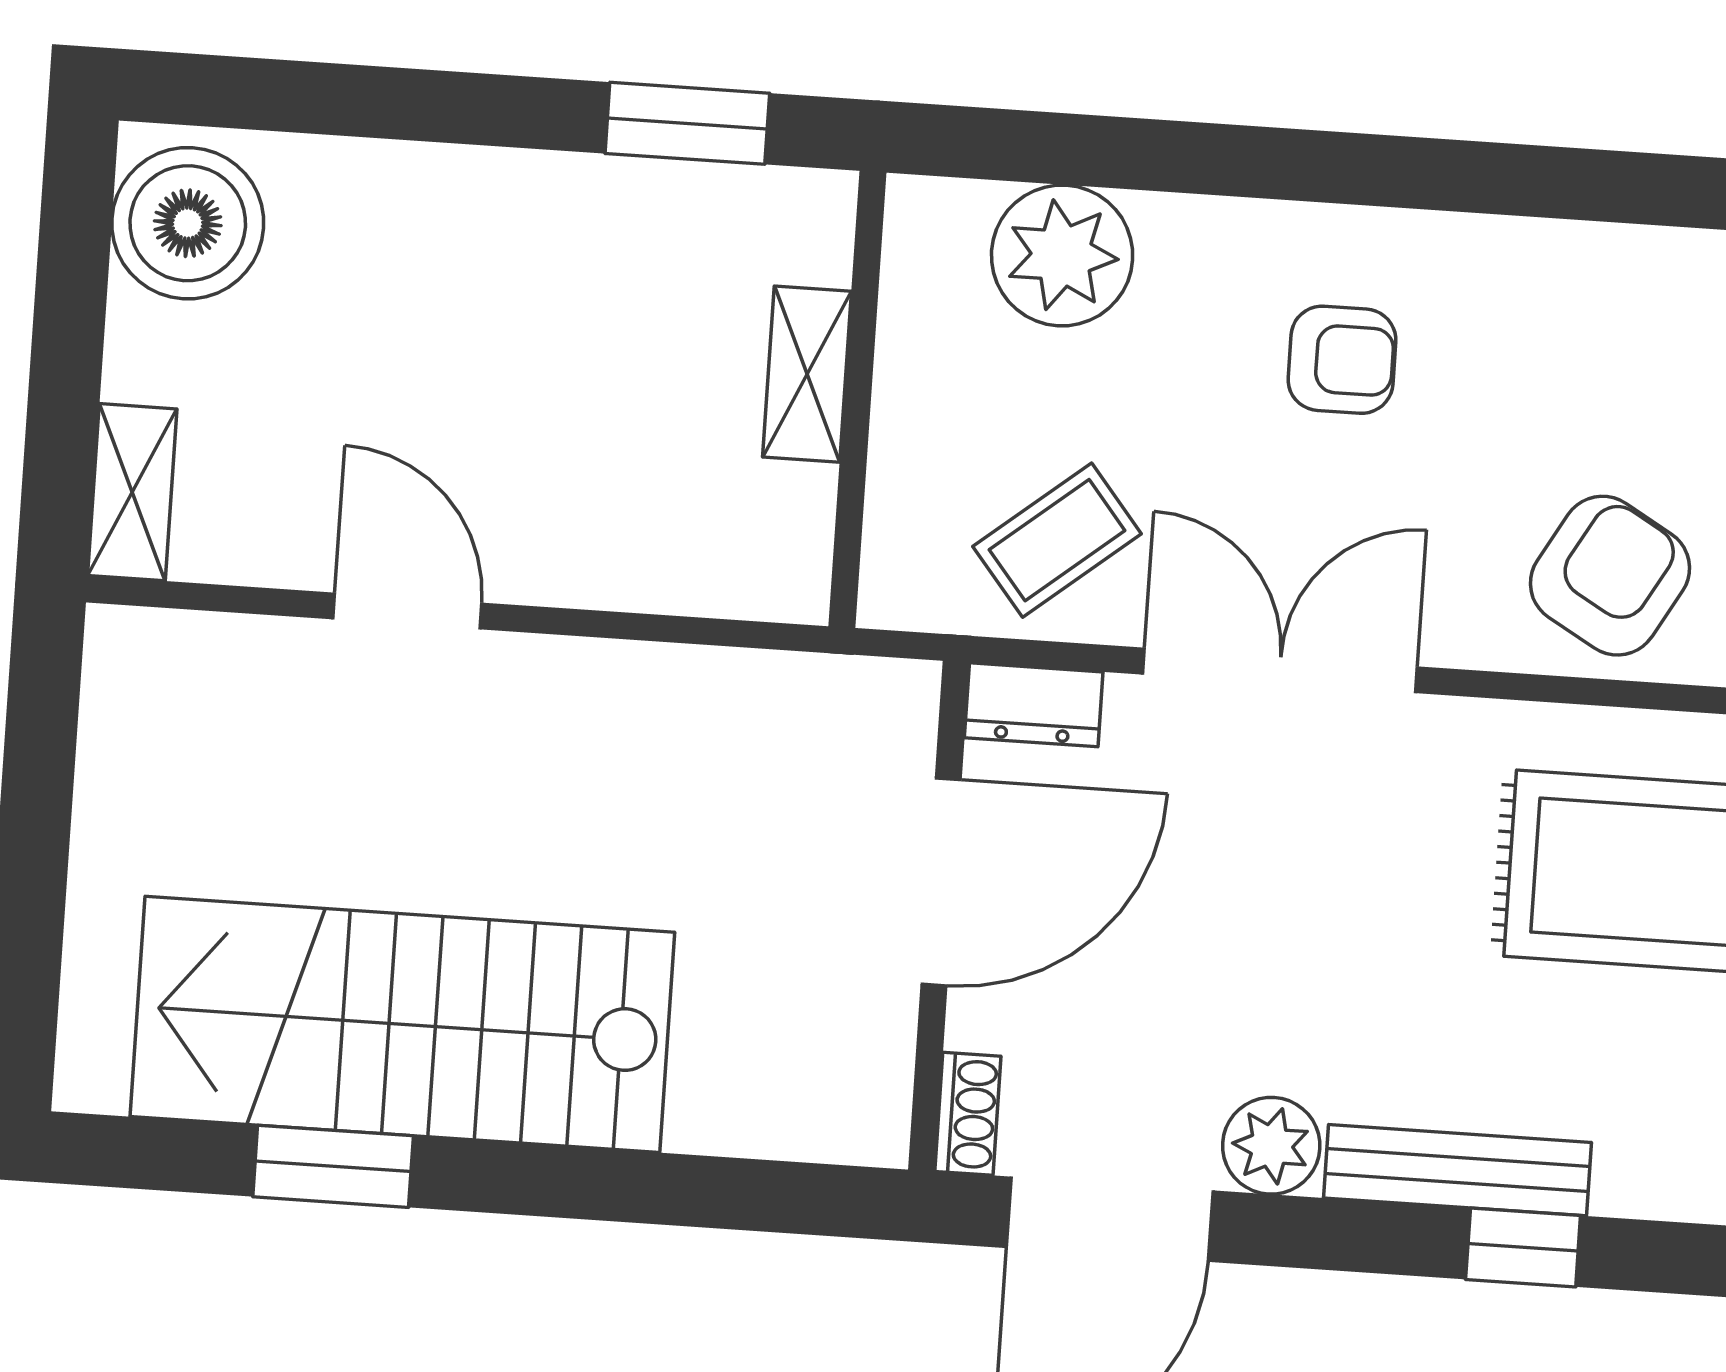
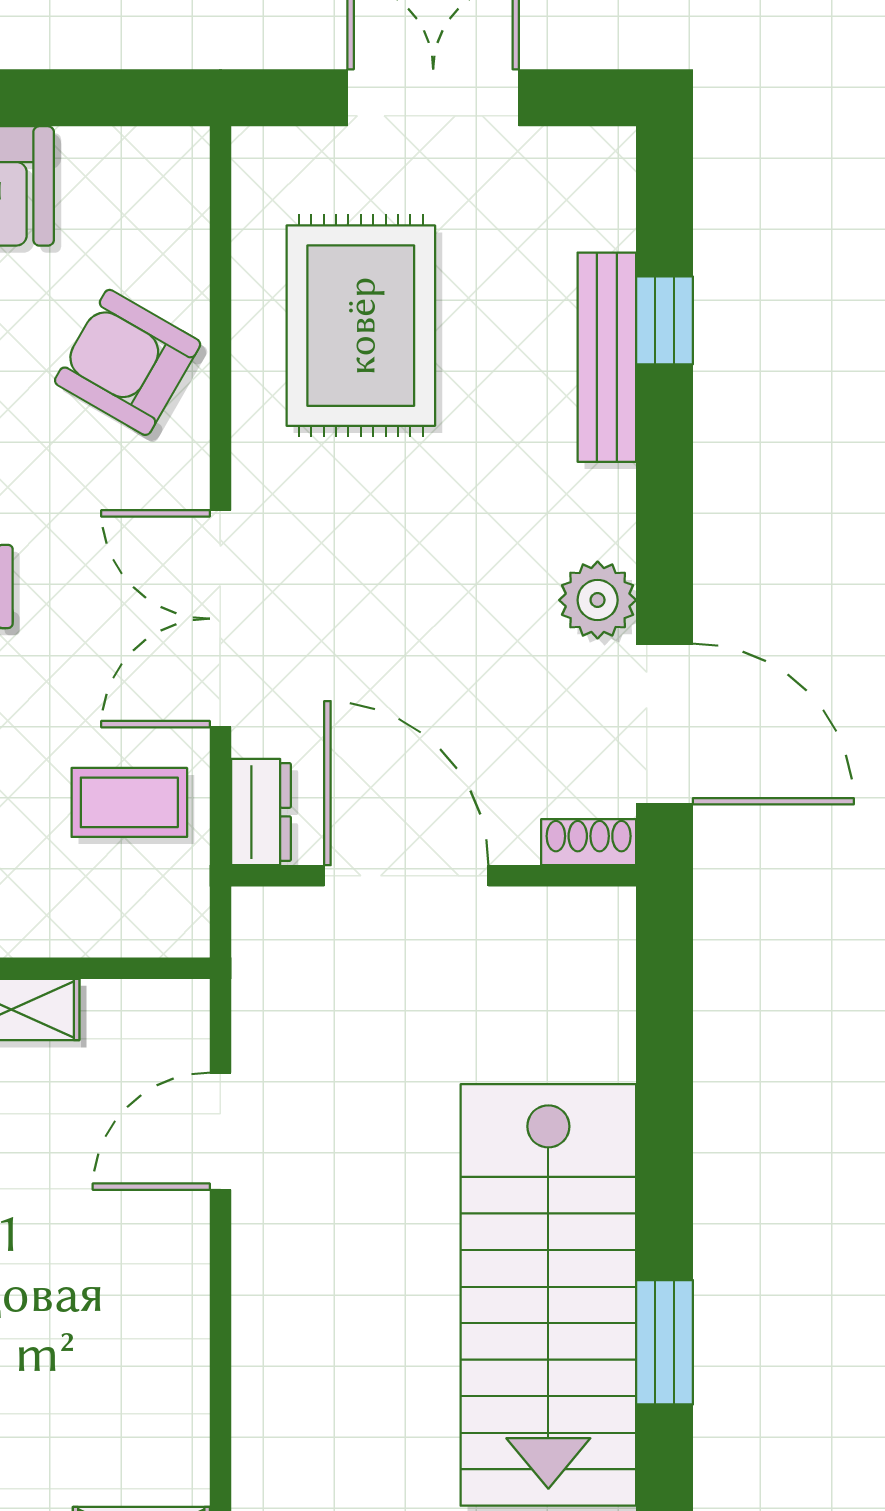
coffee table: (1057, 540) -> (129, 802), turned -51
door: (407, 611) -> (220, 1131), moved
bench: (1457, 1170) -> (607, 357), moved
window: (1523, 1247) -> (665, 320), moved

